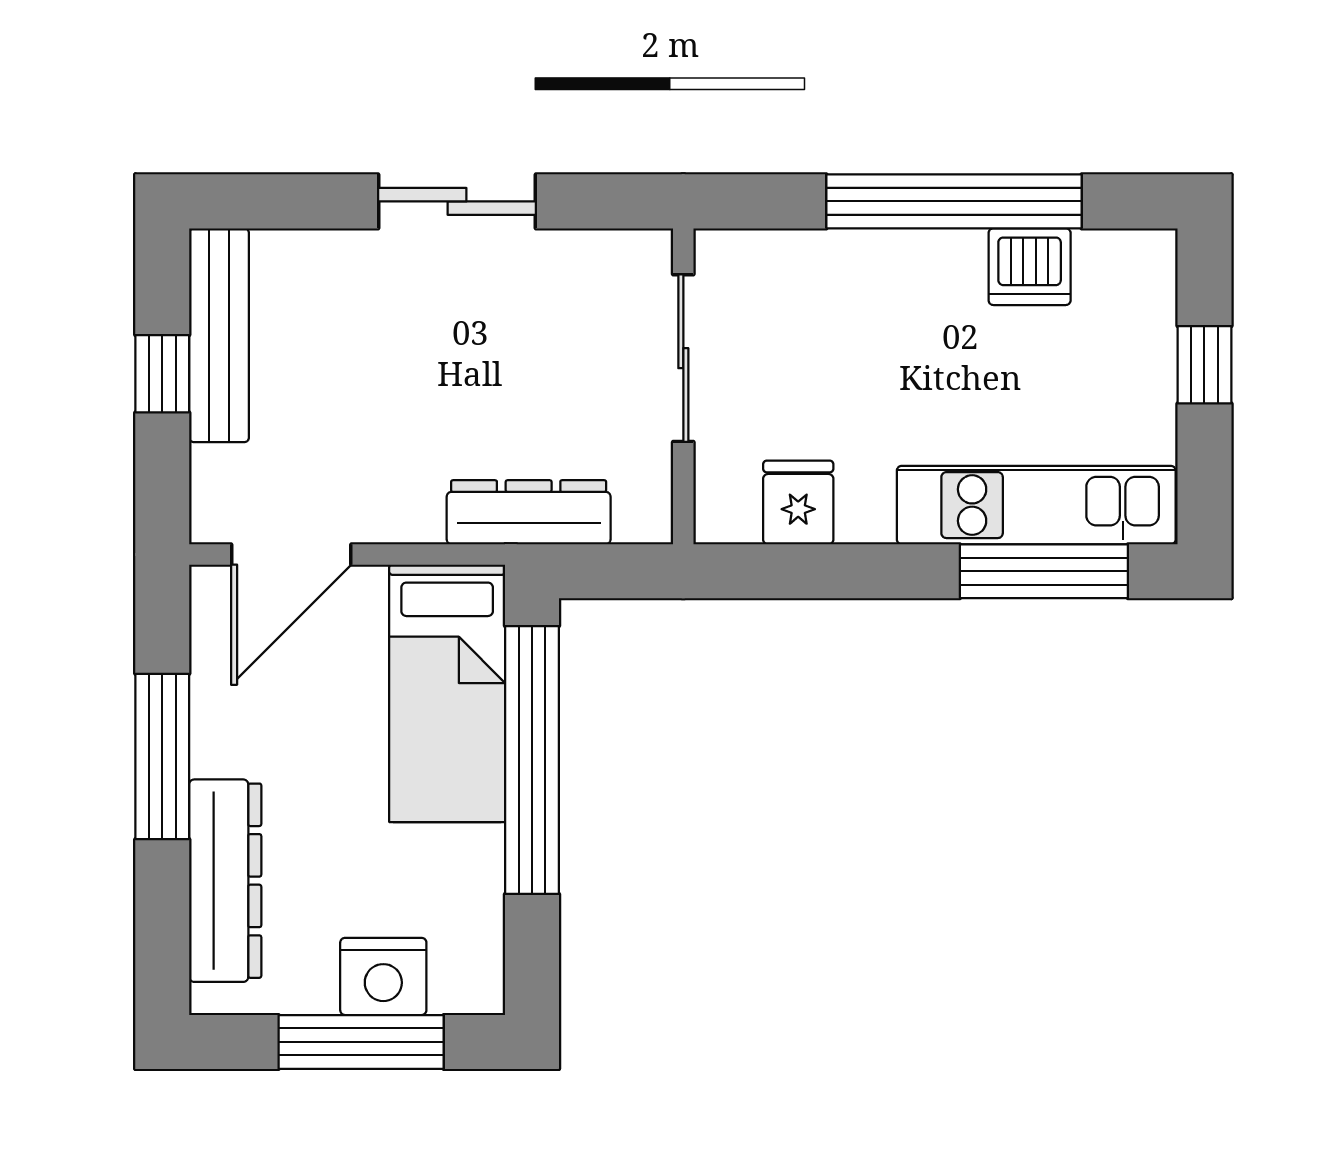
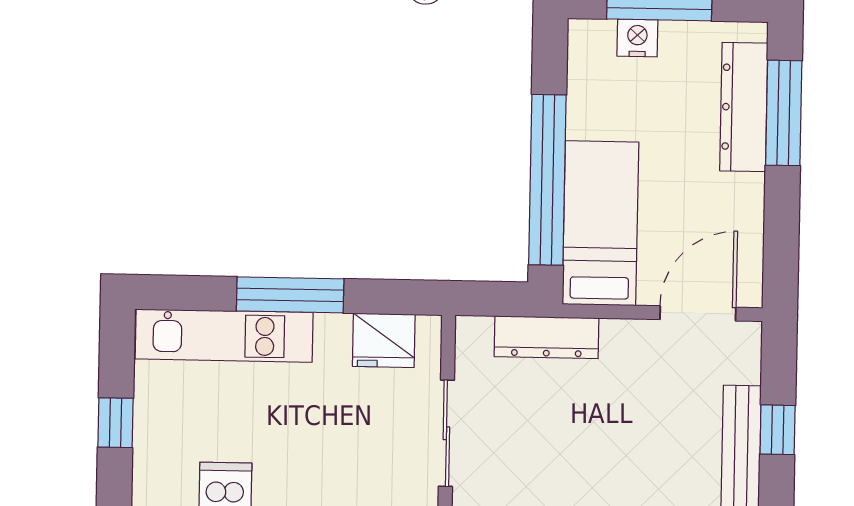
fridge: (798, 502) -> (384, 340), width x1.38
window: (1044, 571) -> (290, 295), moved
window: (162, 756) -> (784, 113), moved
nightstand: (383, 976) -> (637, 38), width x0.74, depth x0.75

